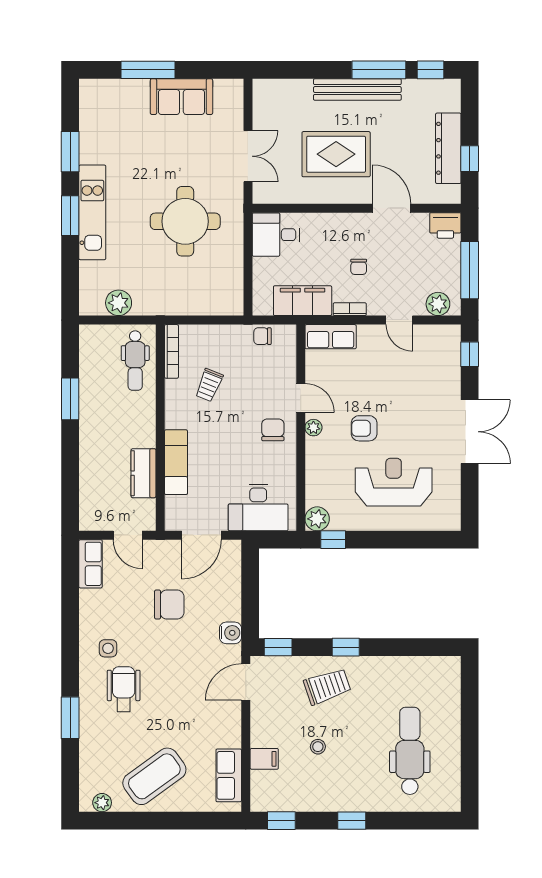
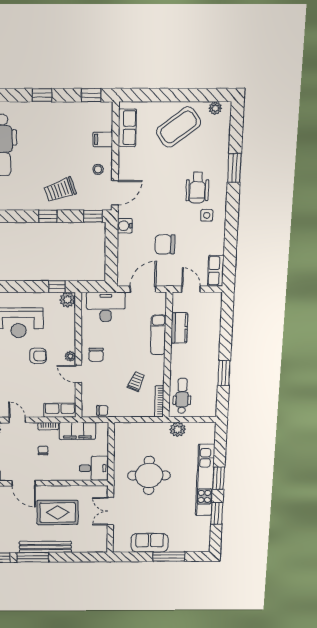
kitchen unit: (92, 212) -> (205, 480), width x1.36
plant: (119, 303) -> (178, 429), moved
stool: (318, 747) -> (98, 169), moved

